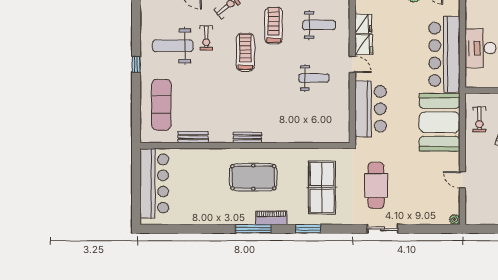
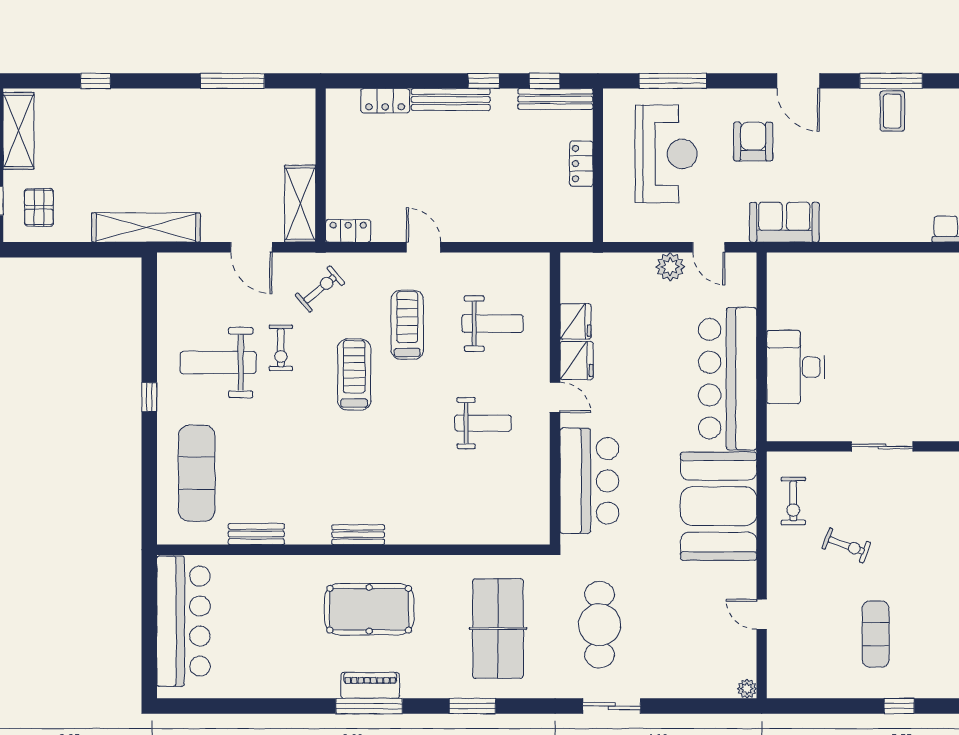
piano: (271, 218) -> (370, 685), moved

